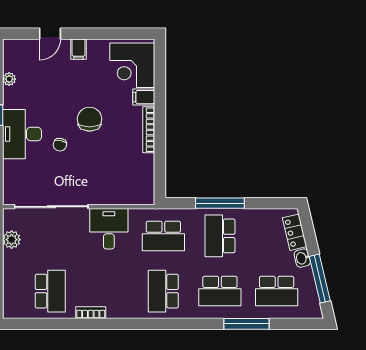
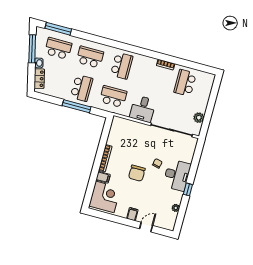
window: (246, 324) -> (58, 29), moved

